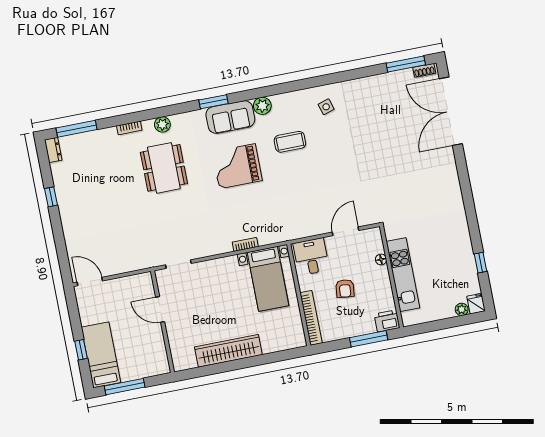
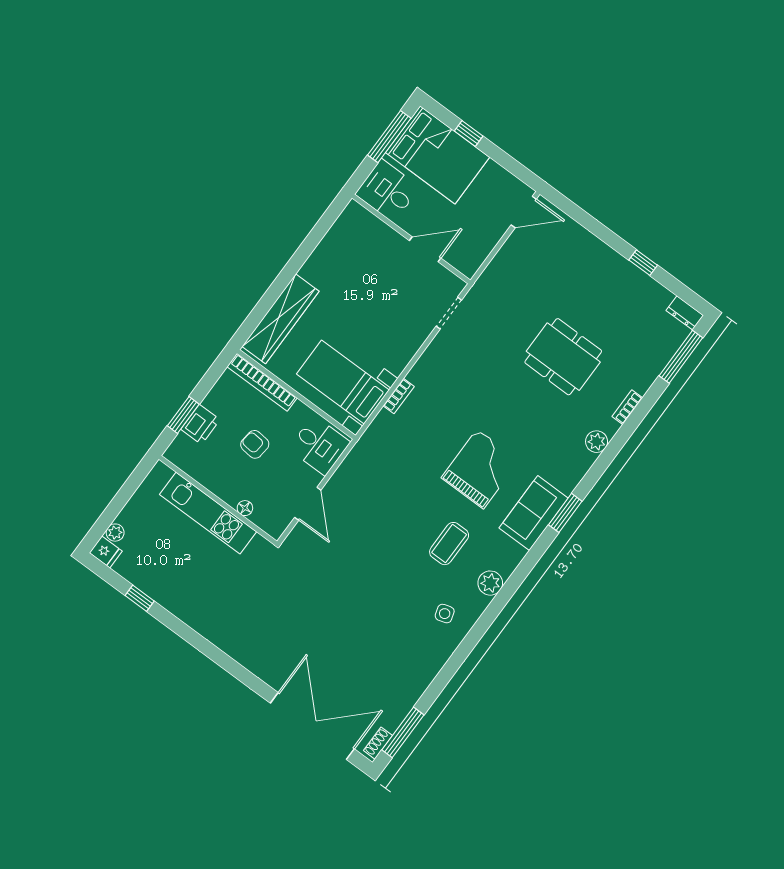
plant: (262, 106) -> (490, 583), moved
dining table: (164, 168) -> (563, 357), moved
printer: (387, 321) -> (200, 424), moved
window: (369, 339) -> (183, 415), width x0.69
wardrobe: (228, 351) -> (281, 319), moved
bed: (101, 355) -> (438, 155), width x1.50
desk: (152, 359) -> (388, 191), added

